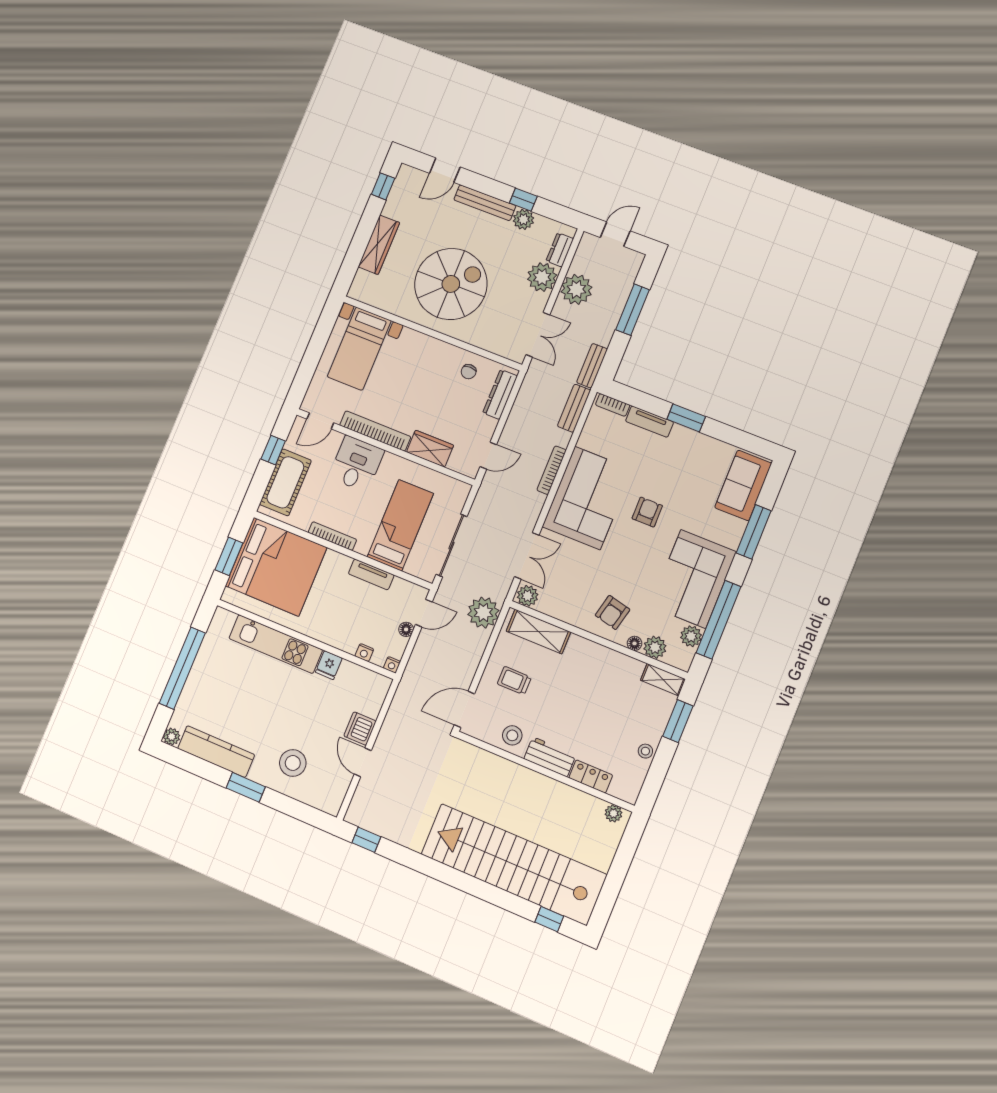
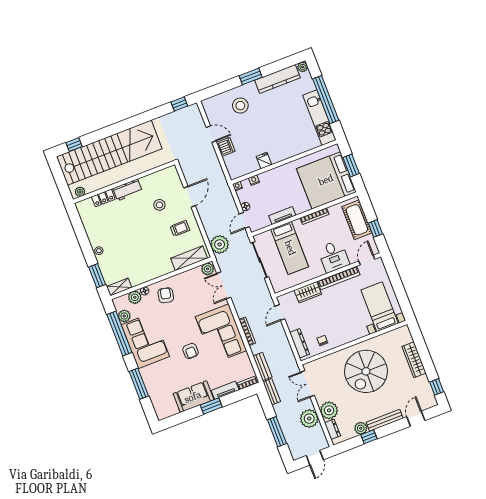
sofa: (743, 485) -> (193, 397), moved, turned -90
kitchen unit: (276, 644) -> (319, 118), moved, turned -90
workbench: (550, 757) -> (128, 190), moved
wall: (545, 771) -> (124, 182), moved
locker: (591, 776) -> (103, 198), moved
plant: (613, 813) -> (80, 192), moved

